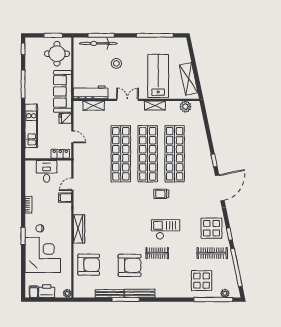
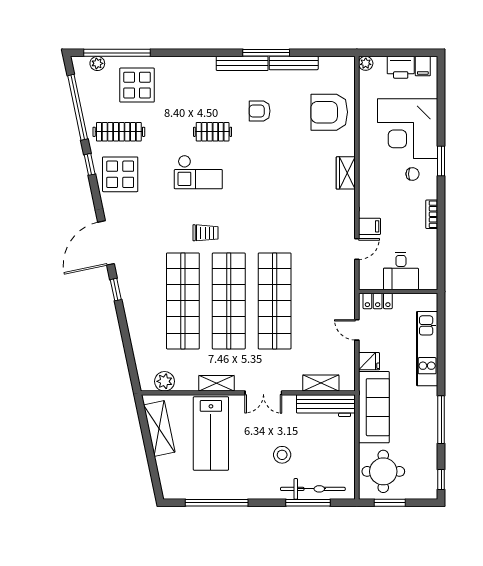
wardrobe: (79, 229) -> (346, 173), width x0.67
armchair: (130, 265) -> (260, 111), width x0.53, depth x0.53

